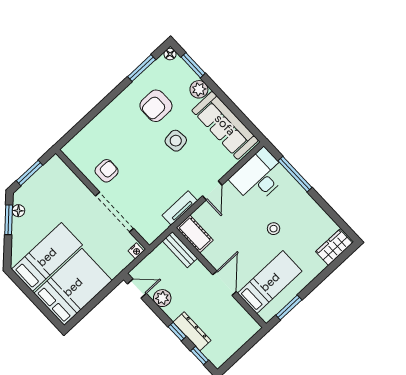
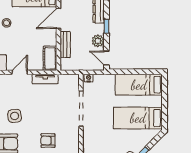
armchair: (107, 171) -> (48, 141), moved
bench: (180, 250) -> (65, 45), moved
bed: (73, 287) -> (139, 85), width x0.67
window: (177, 332) -> (106, 26), moved

